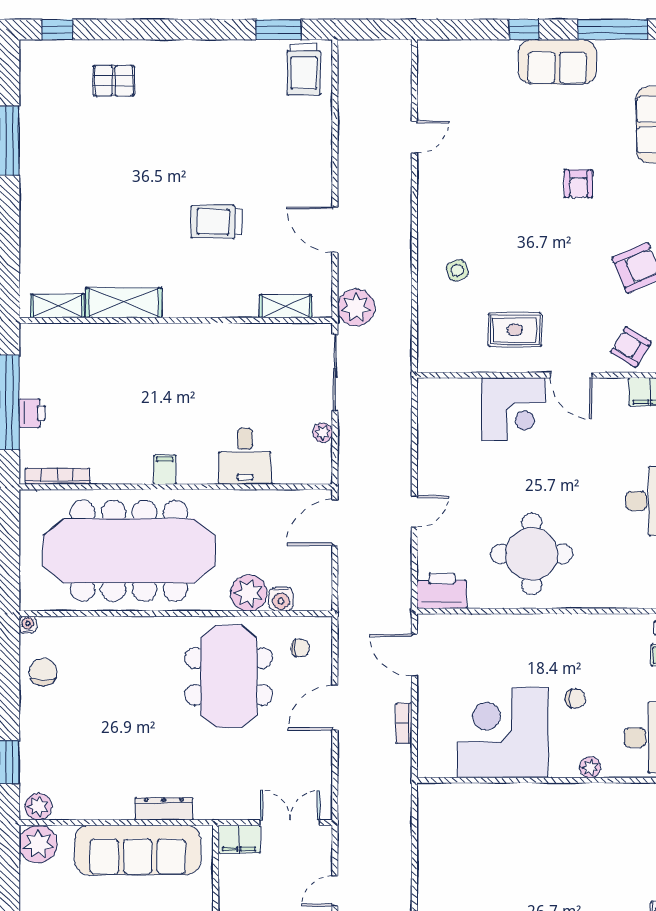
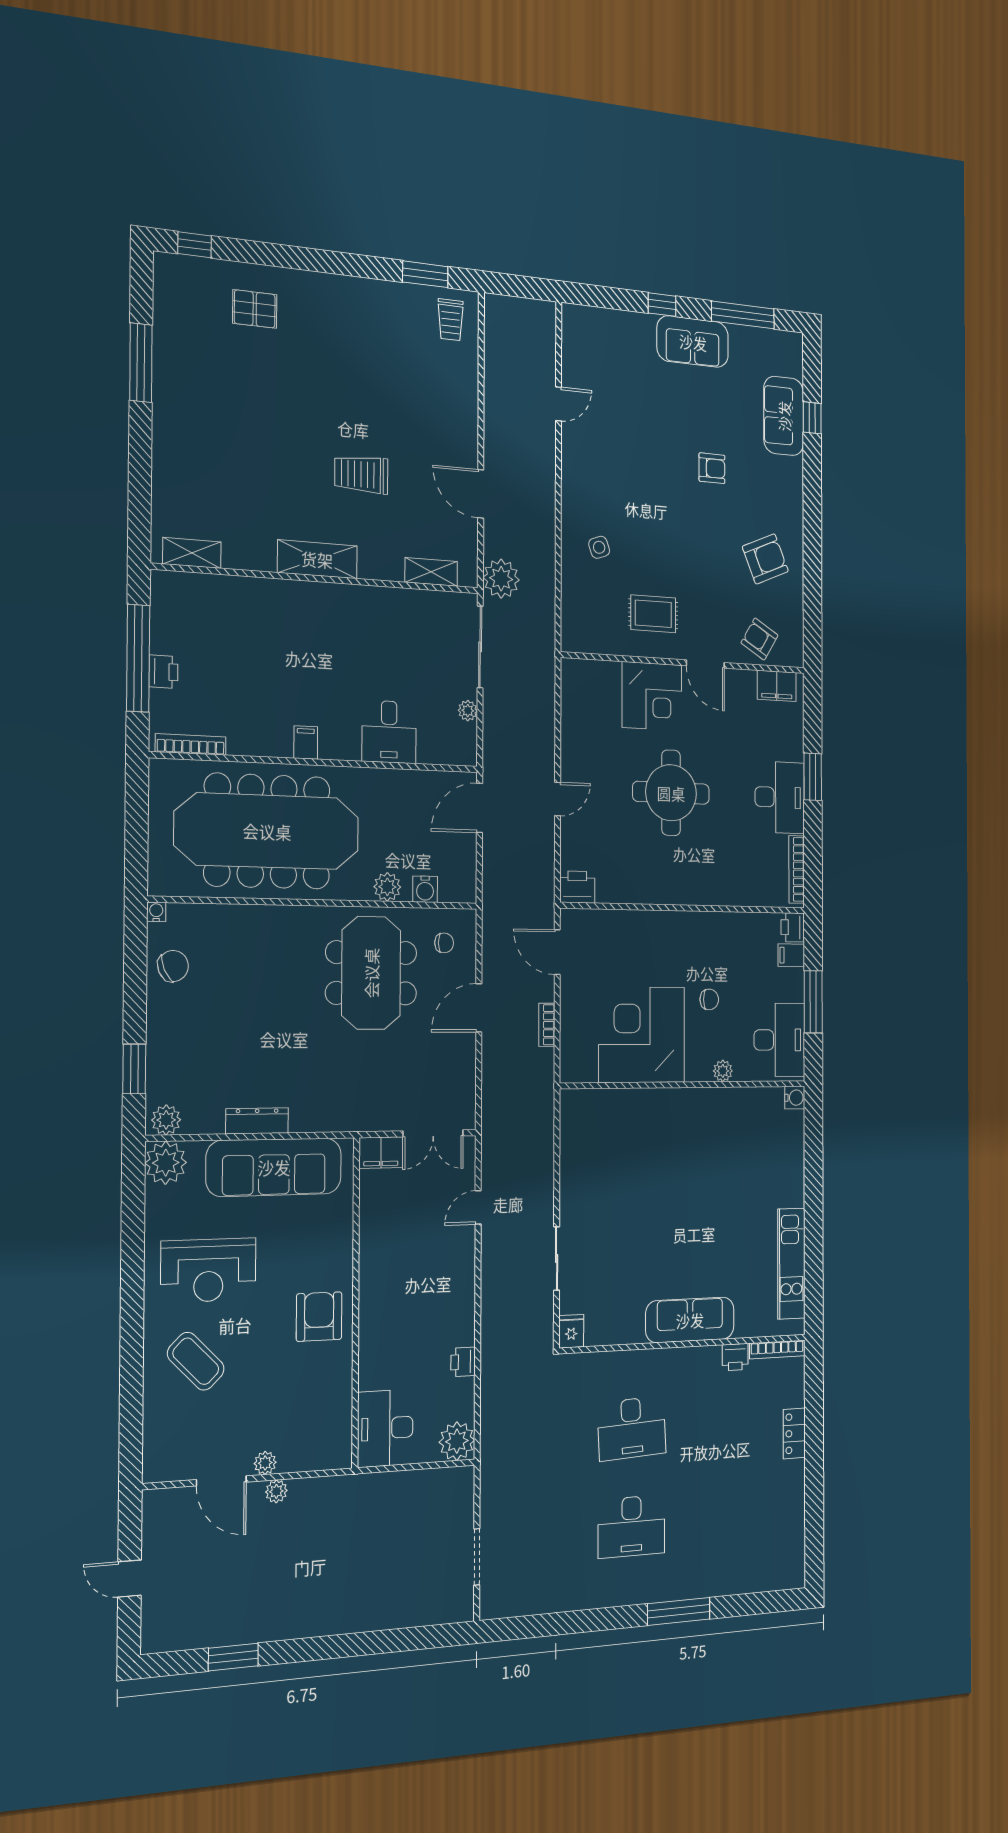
trolley: (304, 69) -> (451, 320), width x0.73, depth x0.72
armchair: (578, 184) -> (712, 468), turned -90
shelving: (124, 303) -> (317, 559), moved
round table: (532, 554) -> (671, 793), moved
printer: (442, 591) -> (577, 887), width x0.73, depth x0.84
plant: (249, 593) -> (387, 887), width x0.73, depth x0.73
chair: (43, 672) -> (173, 966), turned 66
dresser: (164, 809) -> (257, 1121), moved
double door: (290, 823) -> (433, 1133), swing flipped

